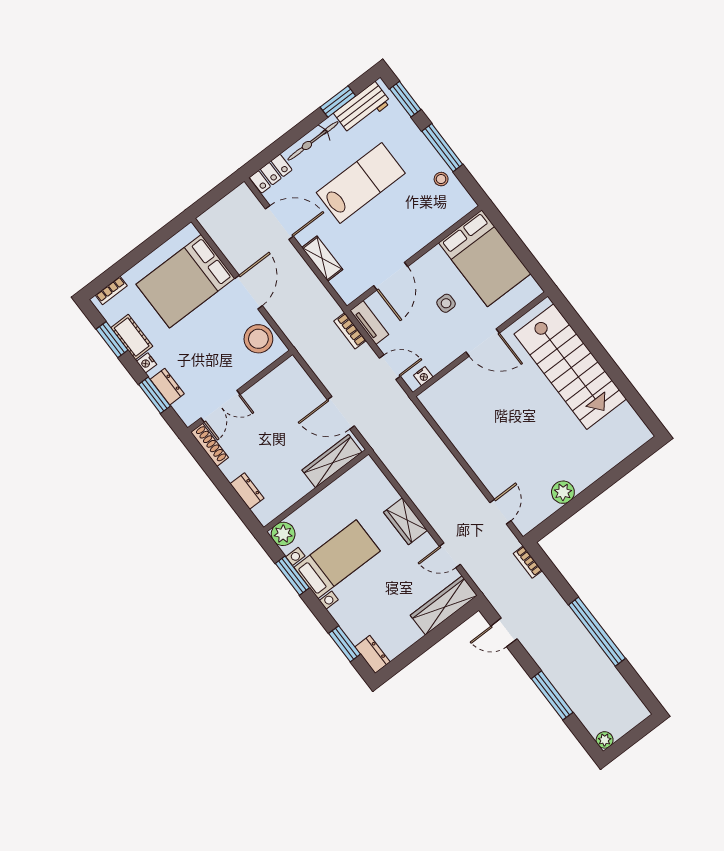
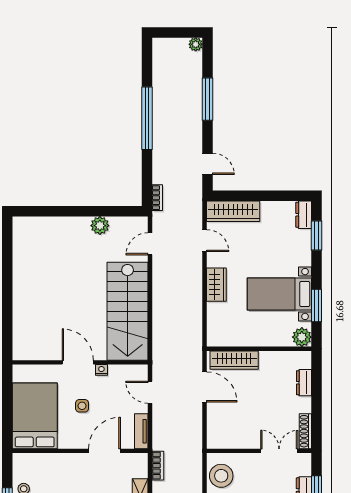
bookcase: (350, 331) -> (158, 466), moved
stairs: (570, 367) -> (128, 311), moved, turned 180
nightstand: (423, 376) -> (101, 370), moved

